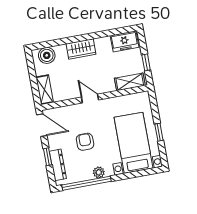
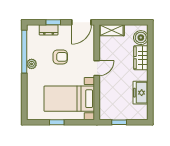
freezer: (125, 41) -> (141, 93), moved
wardrobe: (81, 49) -> (141, 58), moved
shelving: (130, 82) -> (105, 105), removed
bed with nightstands: (134, 143) -> (69, 99), moved, turned 180
dresser: (58, 165) -> (49, 30), width x0.70

